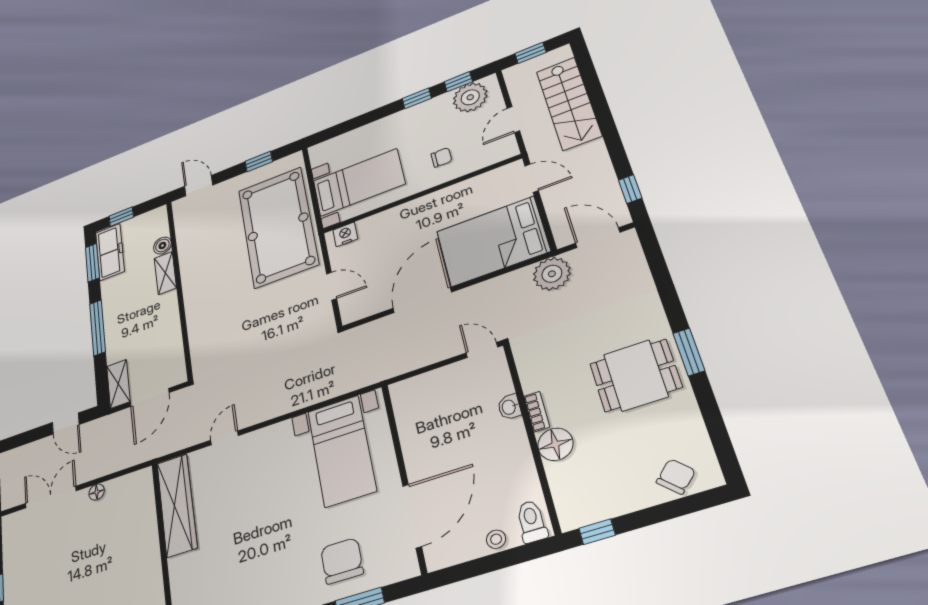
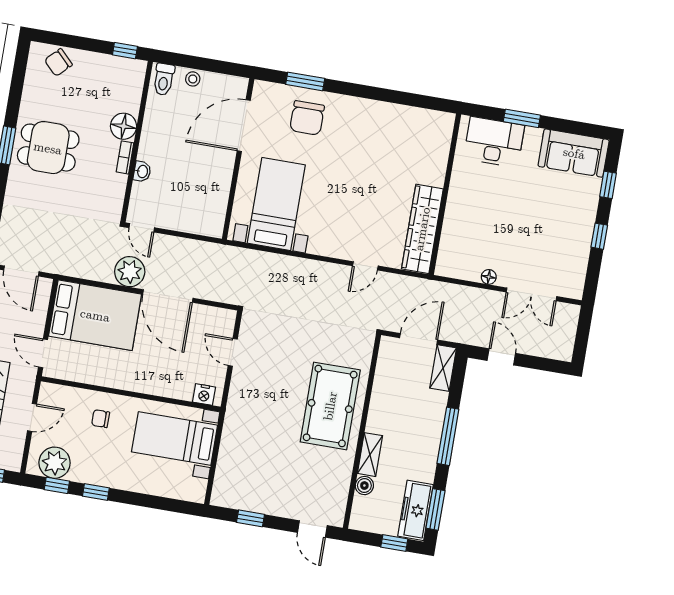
pool table: (278, 227) -> (330, 406), moved, width x0.73, depth x0.76
plant: (552, 274) -> (130, 272), moved
door: (422, 300) -> (168, 296), hinge flipped

